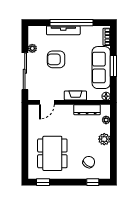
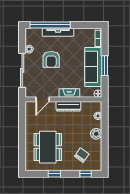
window: (71, 23) -> (50, 25), moved
armchair: (56, 59) -> (51, 59), turned -90
dresser: (87, 110) -> (68, 106), moved
window: (43, 182) -> (54, 174), moved

